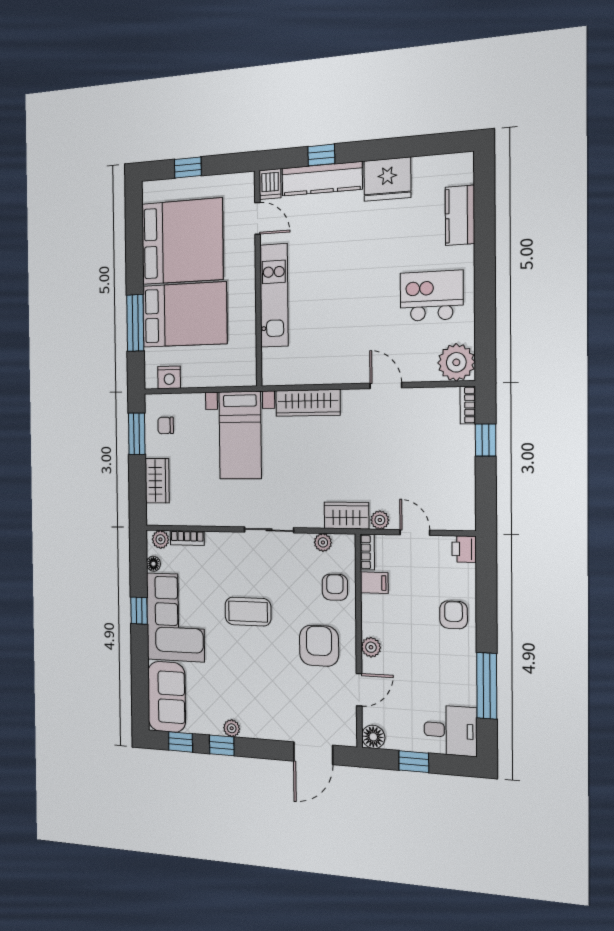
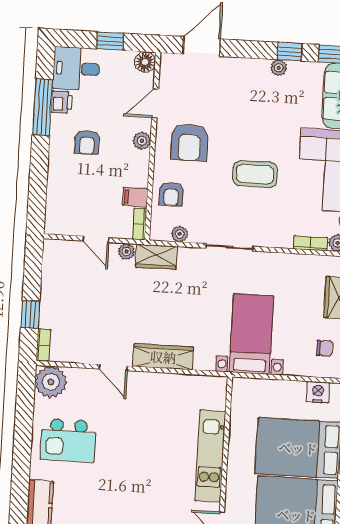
wardrobe: (308, 403) -> (163, 357), moved
printer: (464, 549) -> (62, 102), moved
armchair: (454, 615) -> (87, 142), moved

